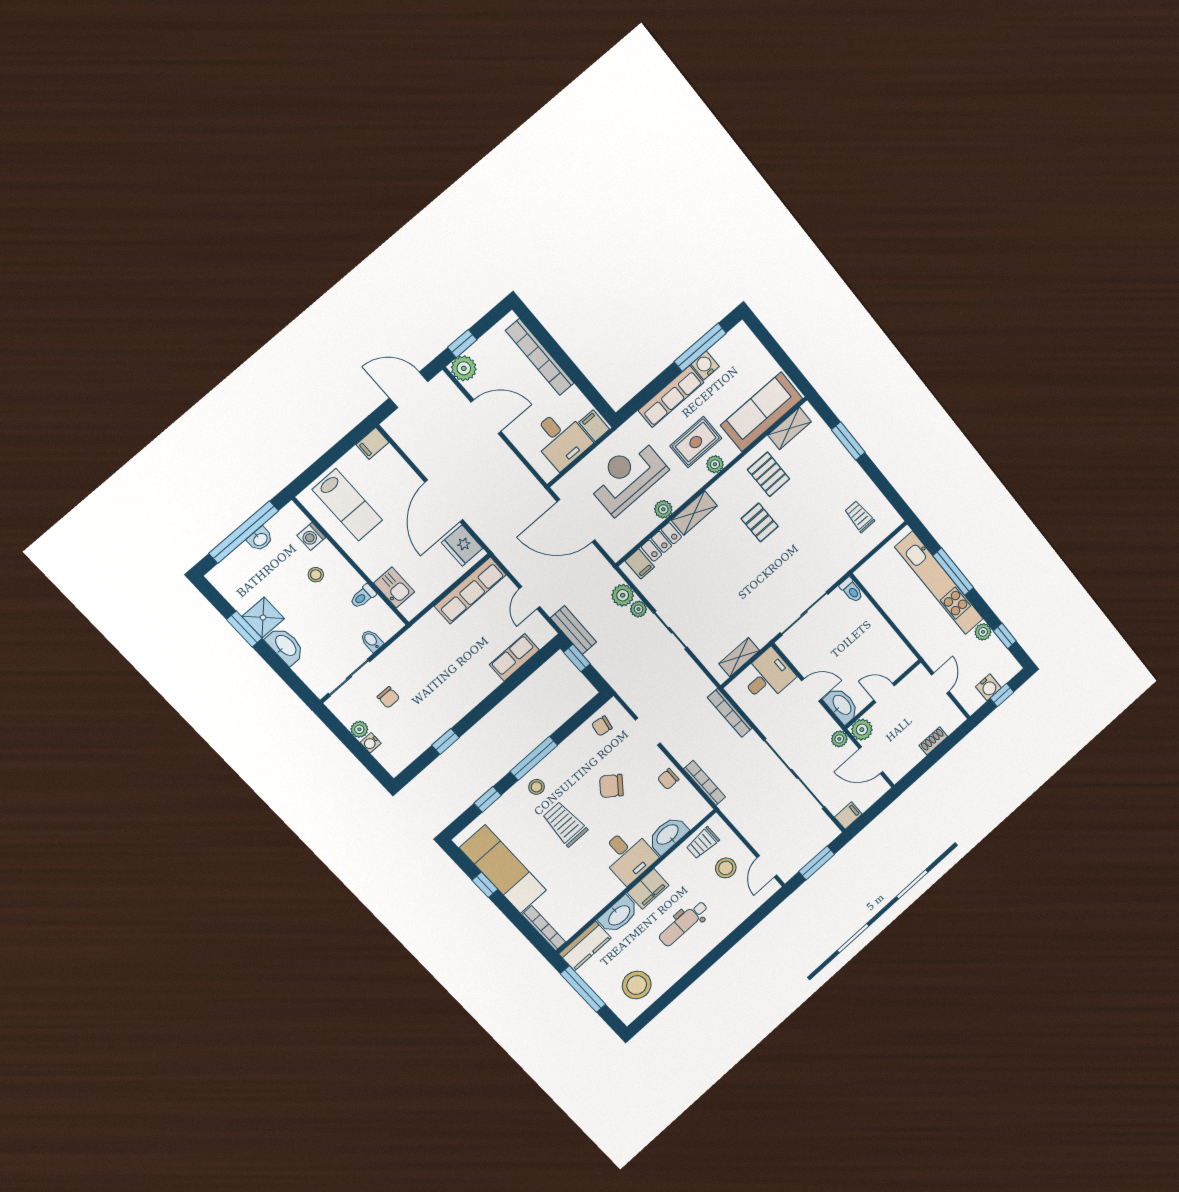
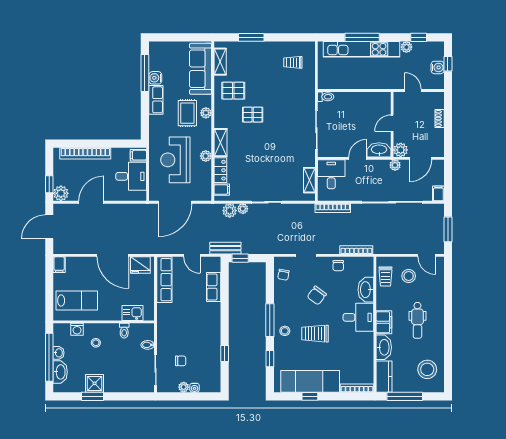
row of seats: (671, 396) -> (156, 100), width x0.68
washbasin: (285, 646) -> (60, 372), moved, turned 90

